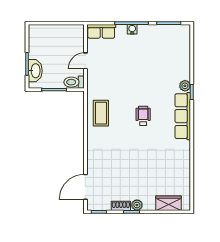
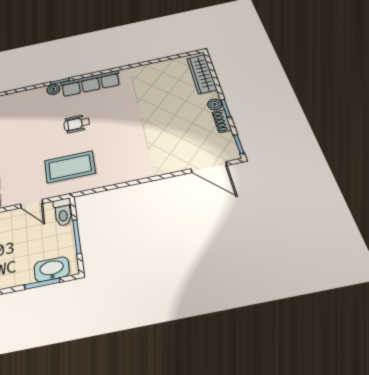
coffee table: (101, 113) -> (70, 167), moved, width x1.36, depth x1.32
wheelchair: (143, 116) -> (77, 124), moved
wardrobe: (168, 203) -> (202, 74), width x1.50

